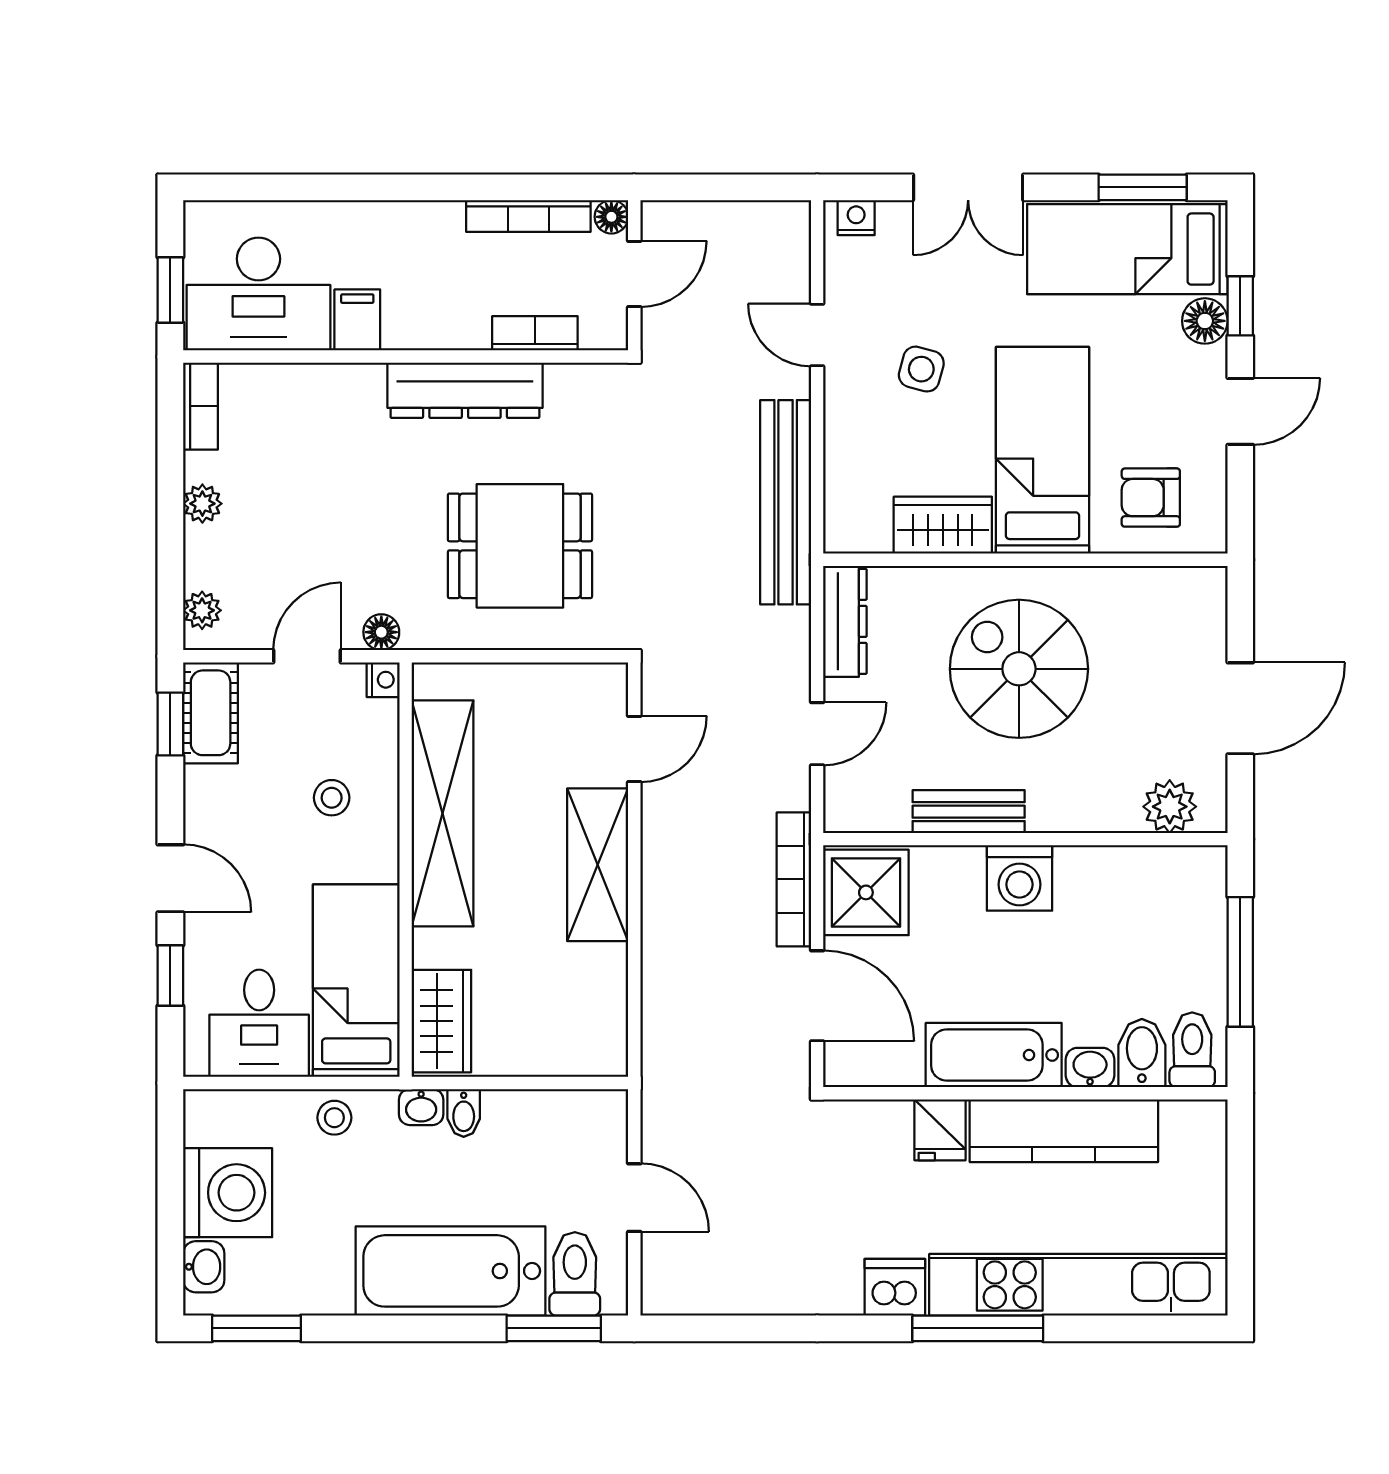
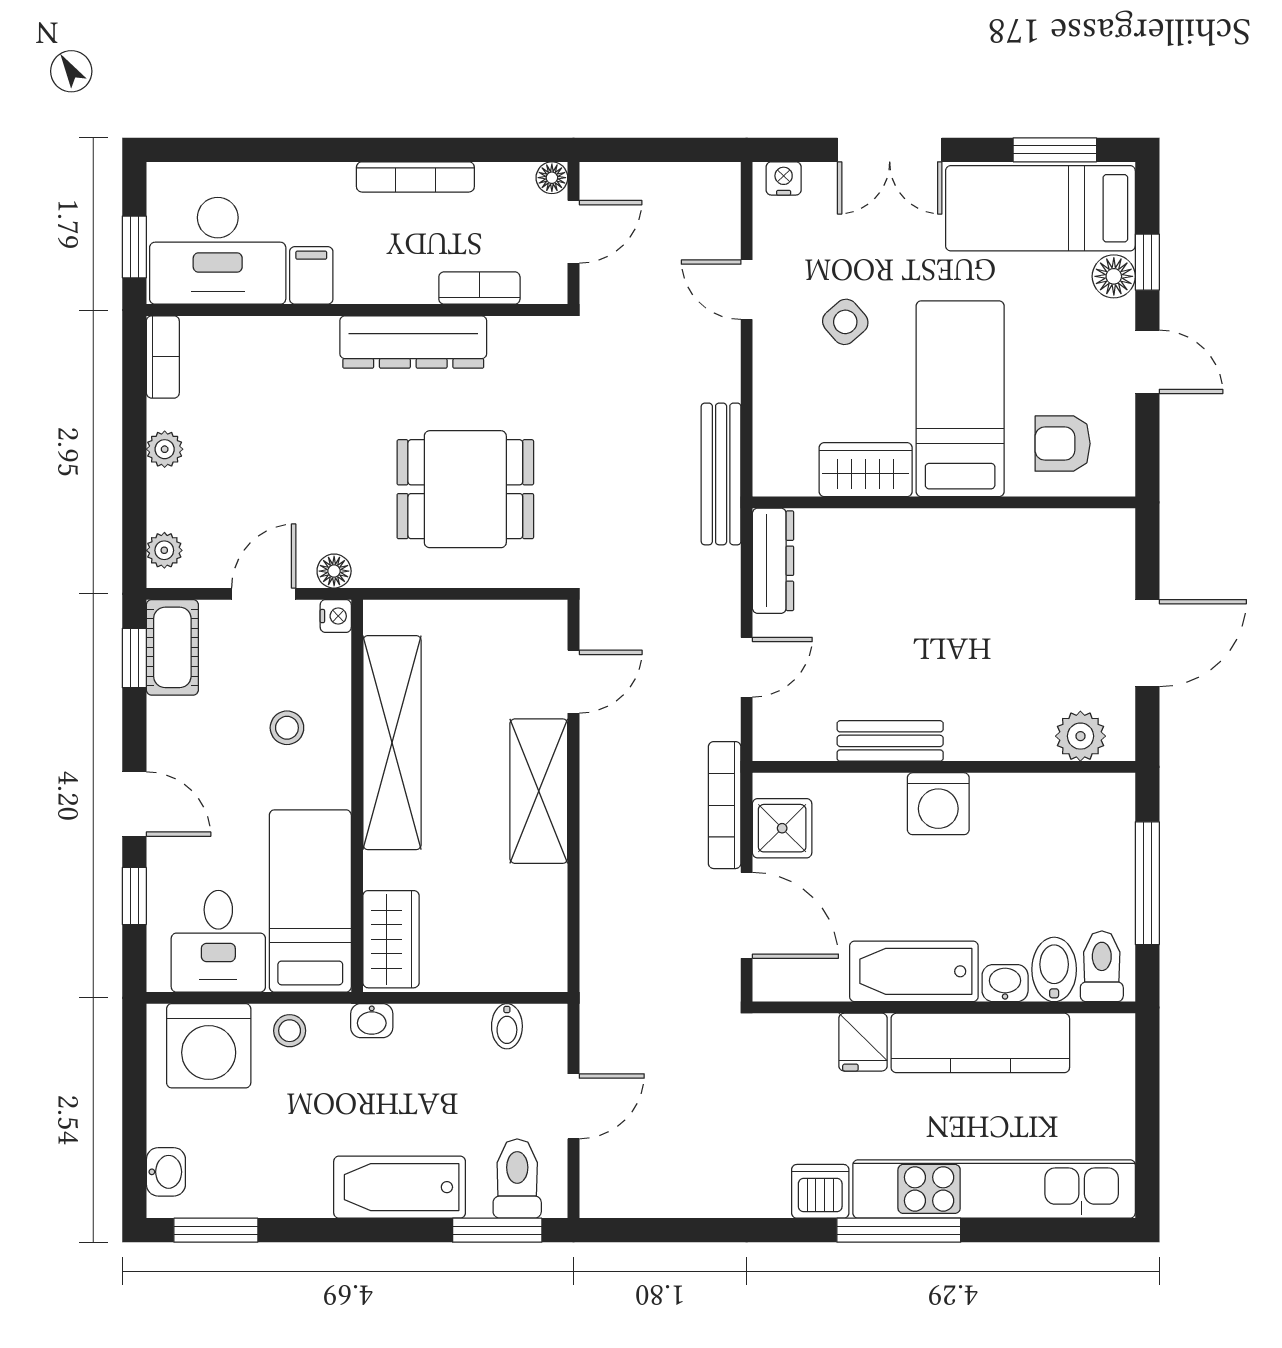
bookcase: (528, 216) -> (415, 177), moved
side table: (921, 369) -> (845, 322), turned 34
door: (1240, 411) -> (1147, 362), hinge flipped
bench: (786, 502) -> (721, 474), width x0.73, depth x0.82
spiral stairs: (1019, 669) -> (938, 606), removed
shower: (866, 892) -> (782, 828), width x0.73, depth x0.73
bidet: (464, 1113) -> (507, 1026), moved
washing machine: (228, 1193) -> (209, 1046), moved, turned 90
door: (634, 1198) -> (573, 1106), hinge flipped
bathtub: (451, 1271) -> (400, 1187), width x0.73, depth x0.73

